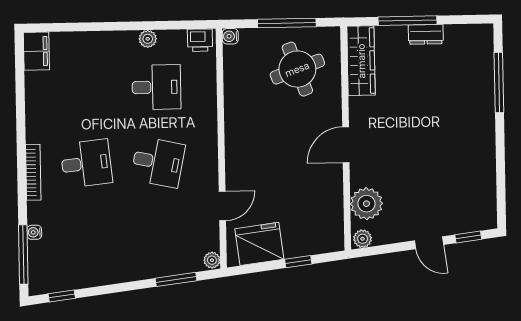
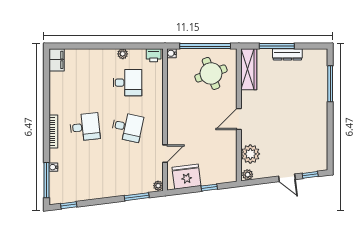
window: (287, 23) -> (205, 46), width x1.46
dresser: (426, 34) -> (287, 54), width x1.44

